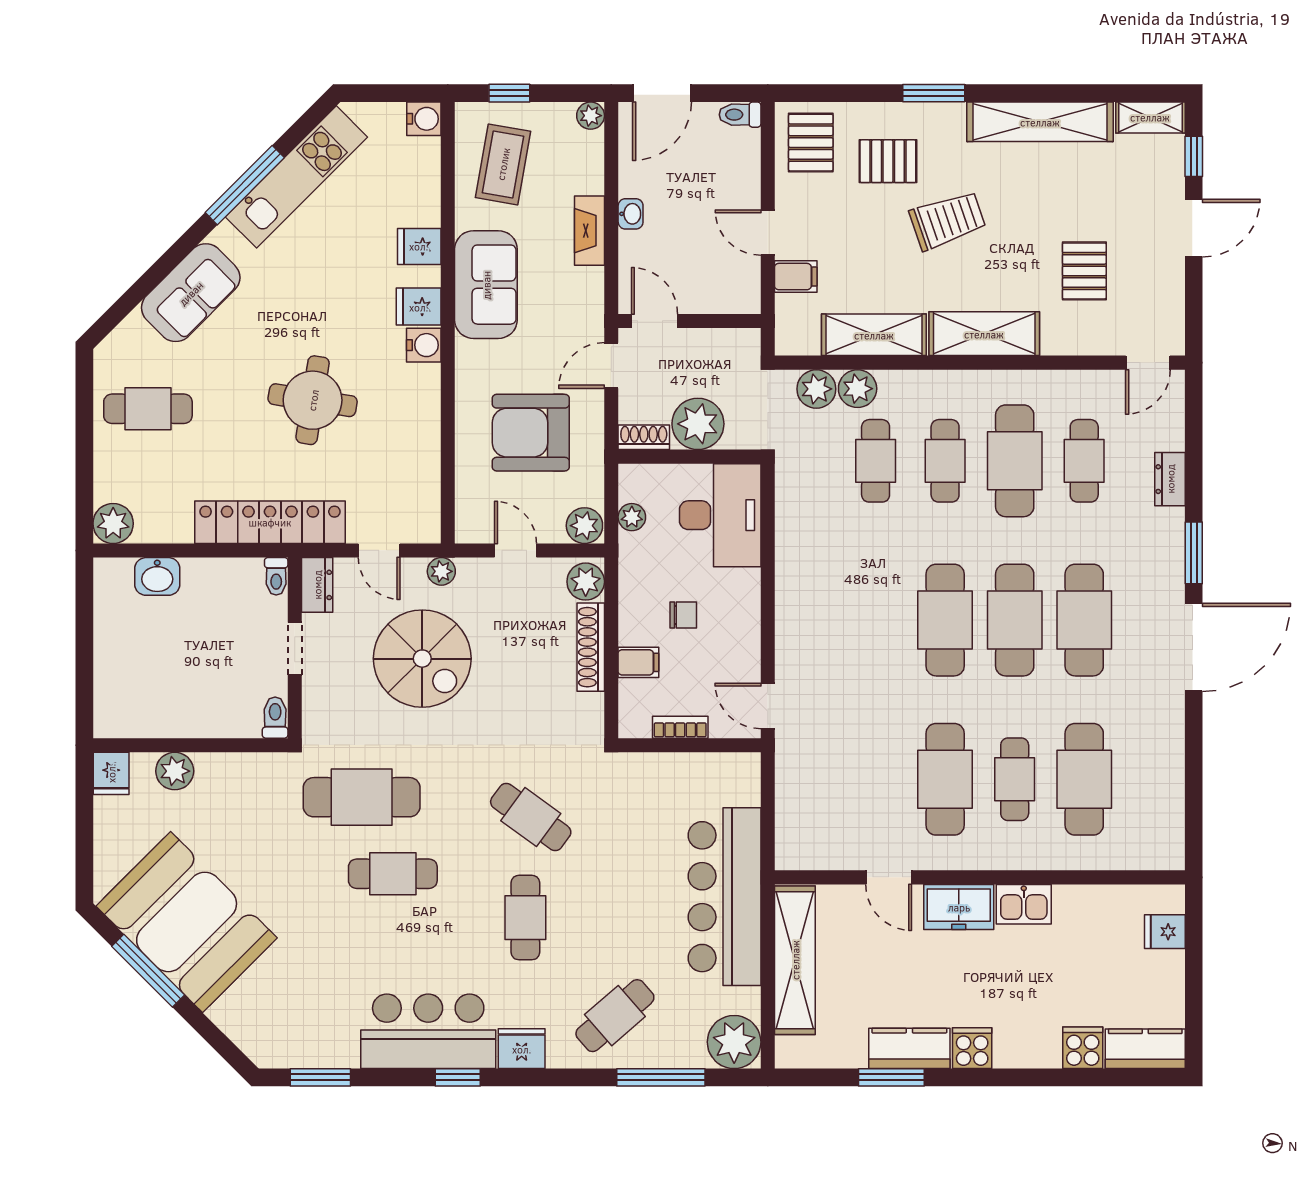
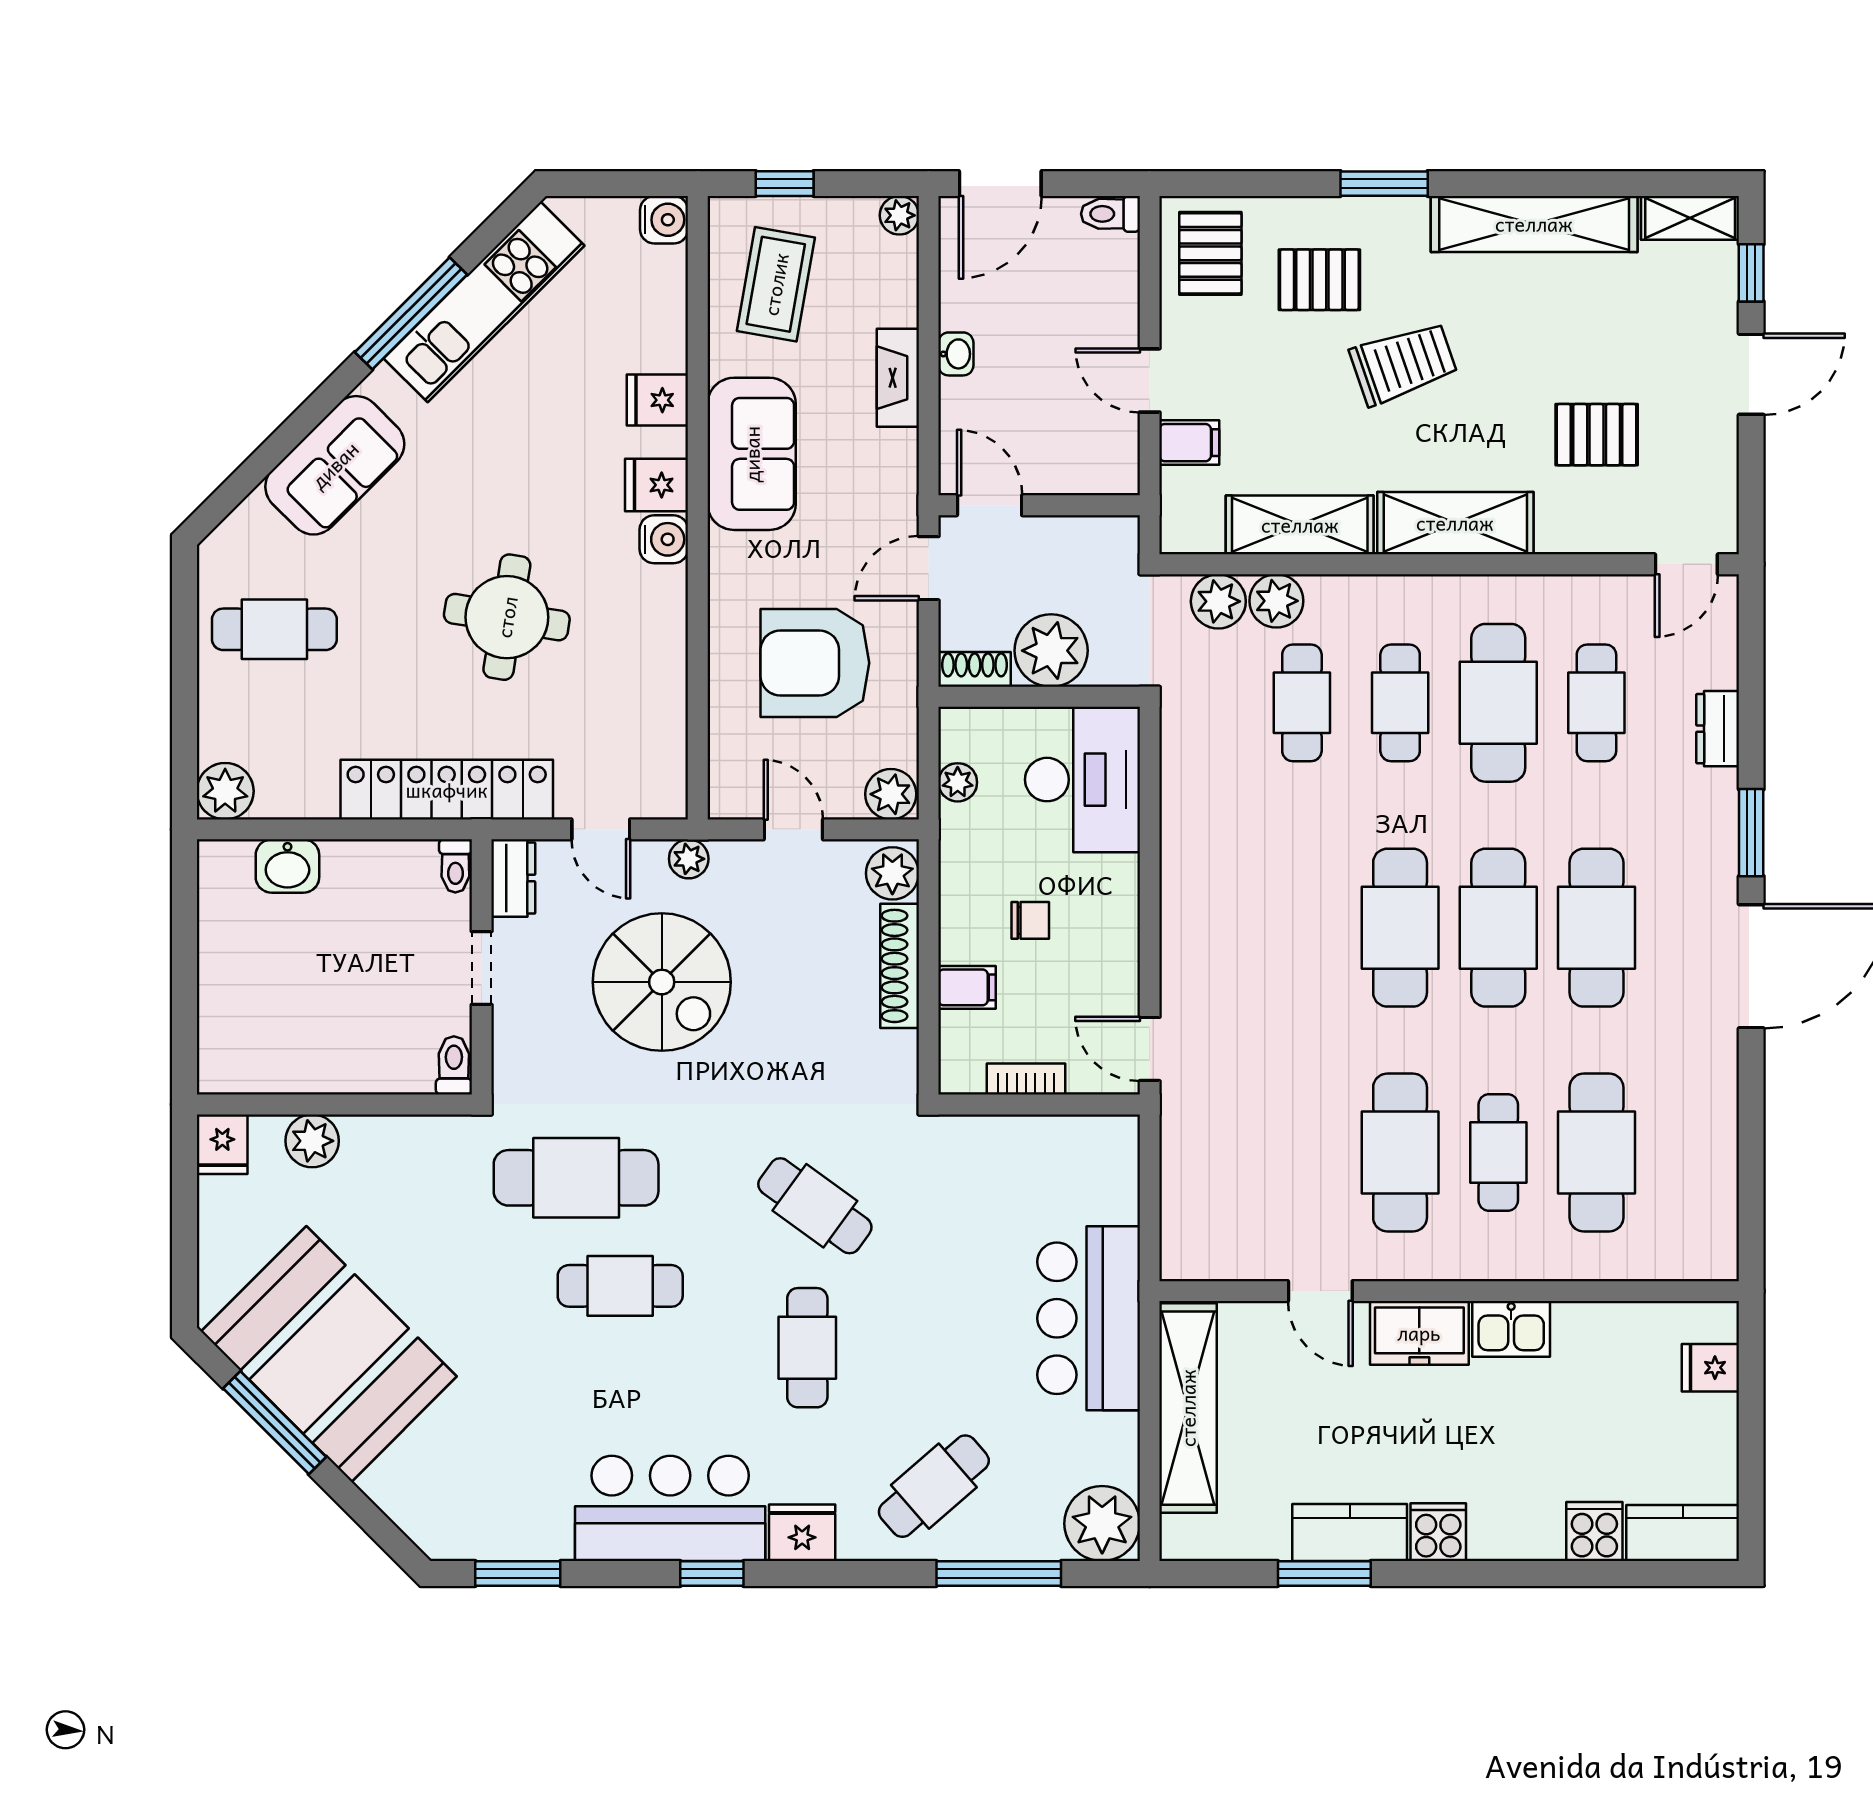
pallet: (1084, 271) -> (1597, 435), turned 90
bar counter: (725, 897) -> (1089, 1318), width x0.73

